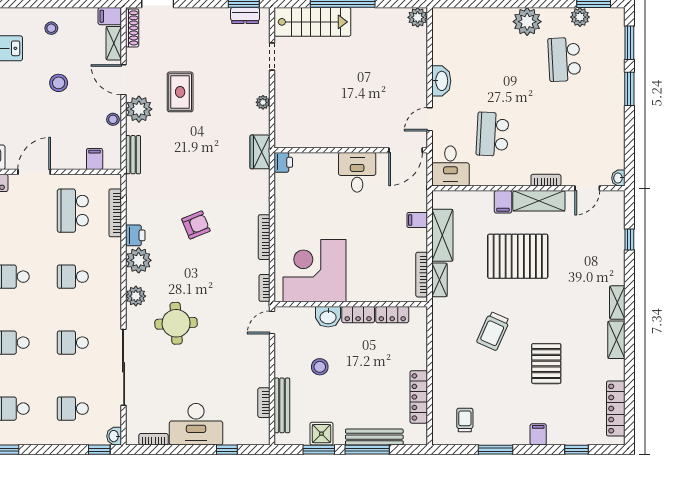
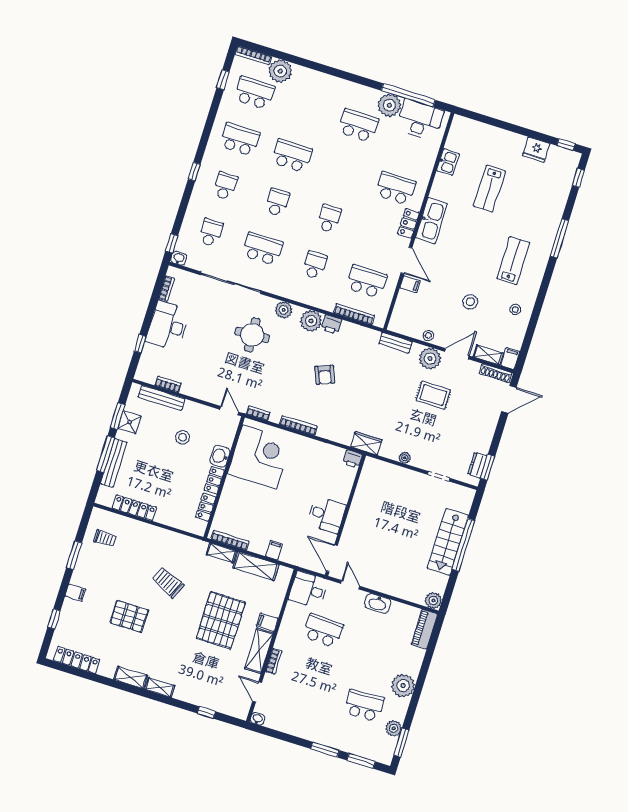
piano: (454, 17) -> (424, 629), added
stairs: (312, 22) -> (448, 542), moved
filing cabinet: (95, 159) -> (410, 284), moved
school desk: (73, 343) -> (263, 249), width x1.85

